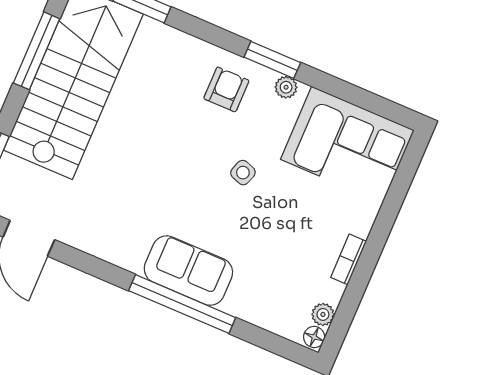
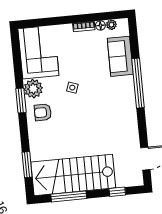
plant: (286, 87) -> (33, 89), width x1.88, depth x1.88
sofa: (188, 271) -> (120, 56), moved
floor lamp: (314, 337) -> (100, 25), moved

